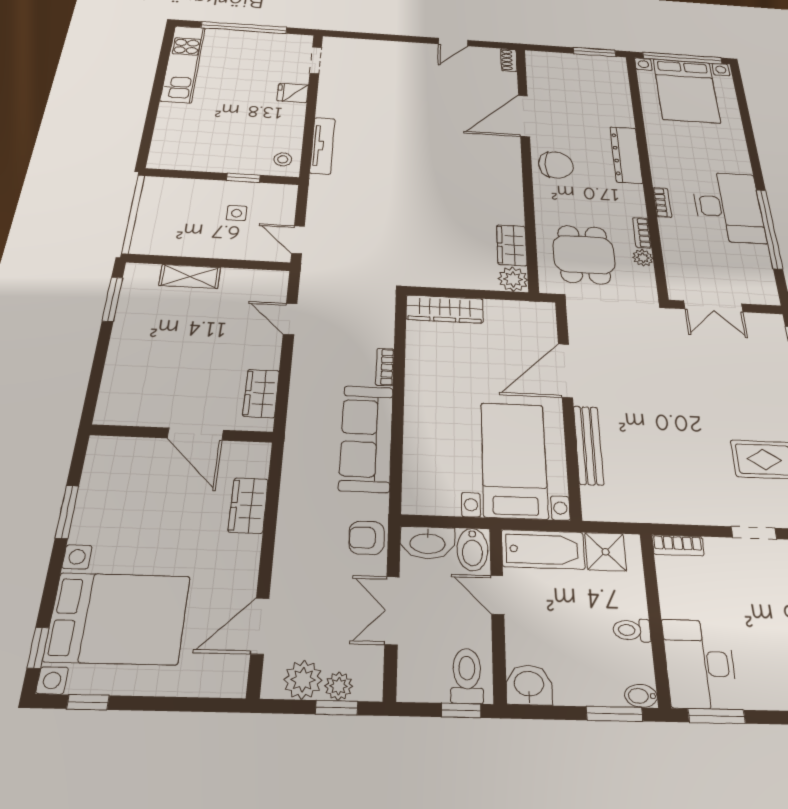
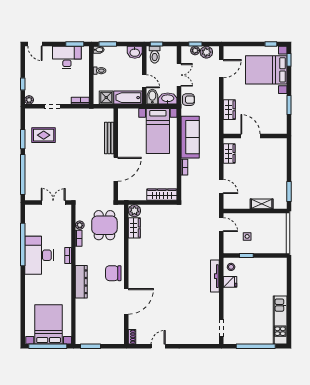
fridge: (293, 93) -> (230, 282), moved
bed with nightstands: (514, 460) -> (158, 131), moved
desk: (700, 664) -> (67, 57), moved, turned -90

